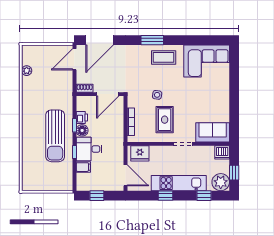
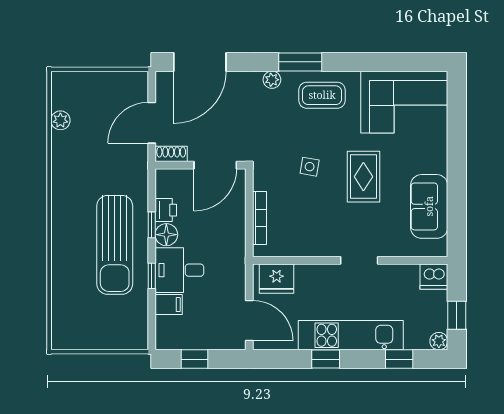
plant: (137, 49) -> (272, 80), added
door: (74, 59) -> (152, 123), moved
rug: (165, 120) -> (363, 177), moved
sofa: (213, 132) -> (429, 206), moved, turned -90
plant: (221, 182) -> (439, 341), width x0.53, depth x0.53

